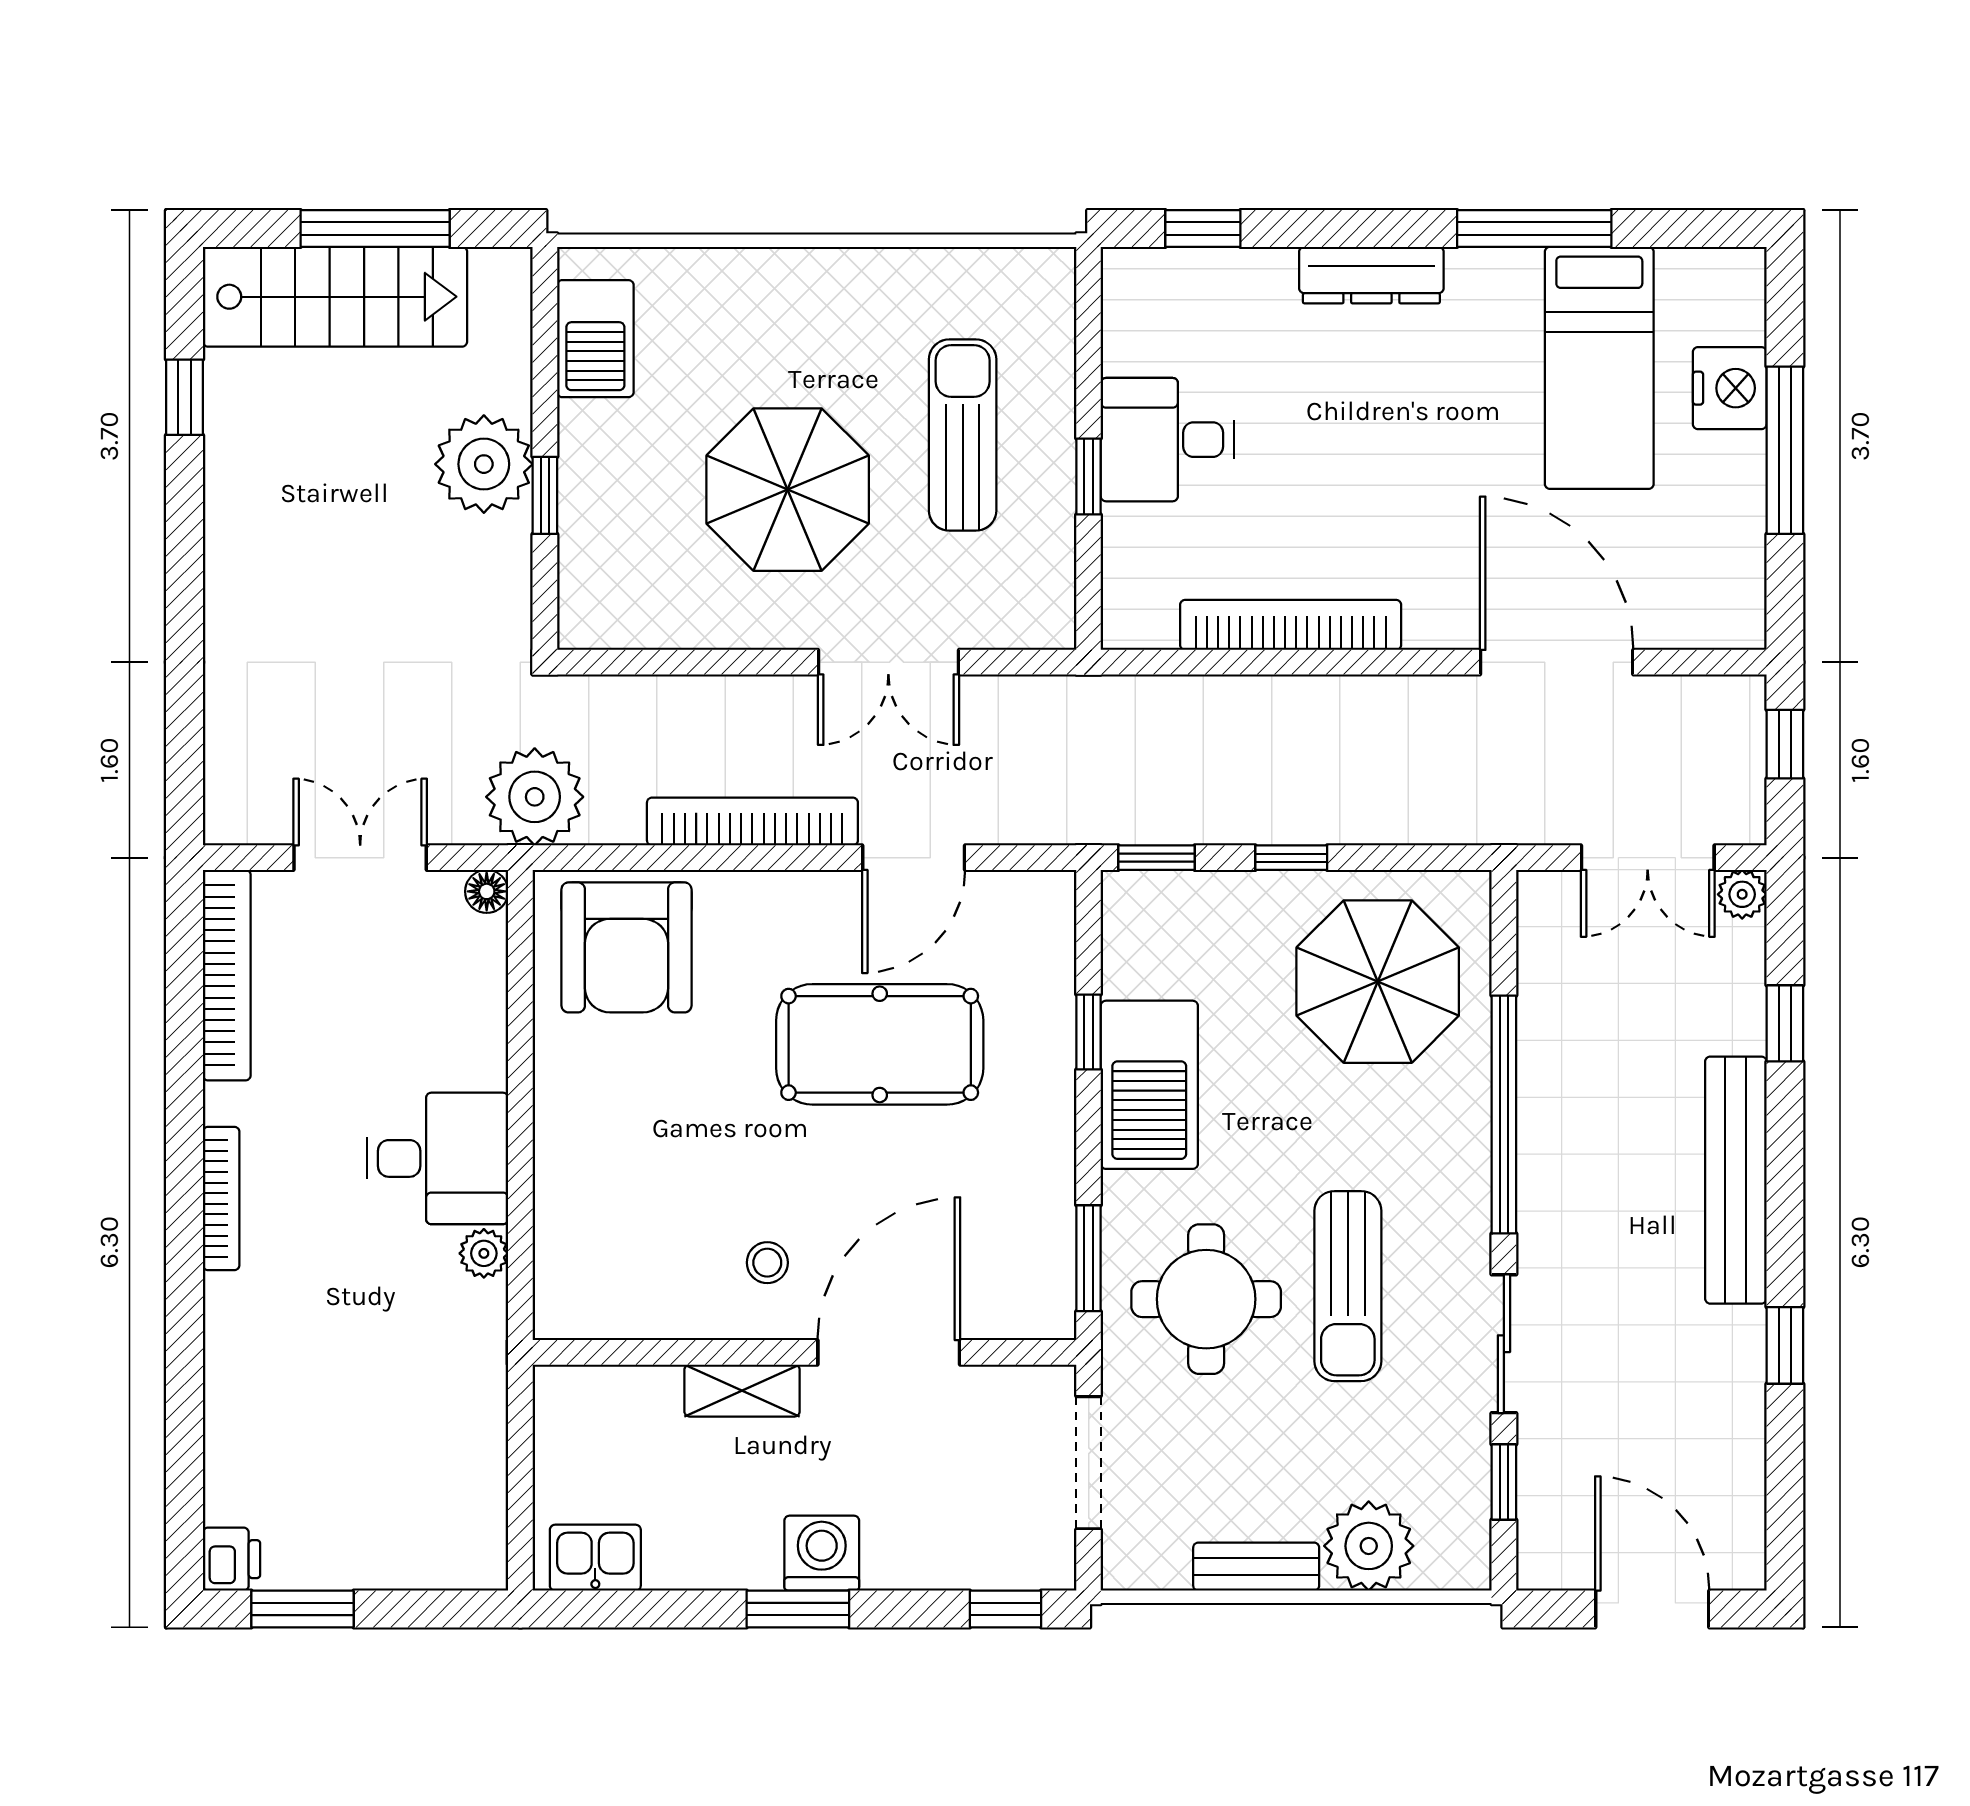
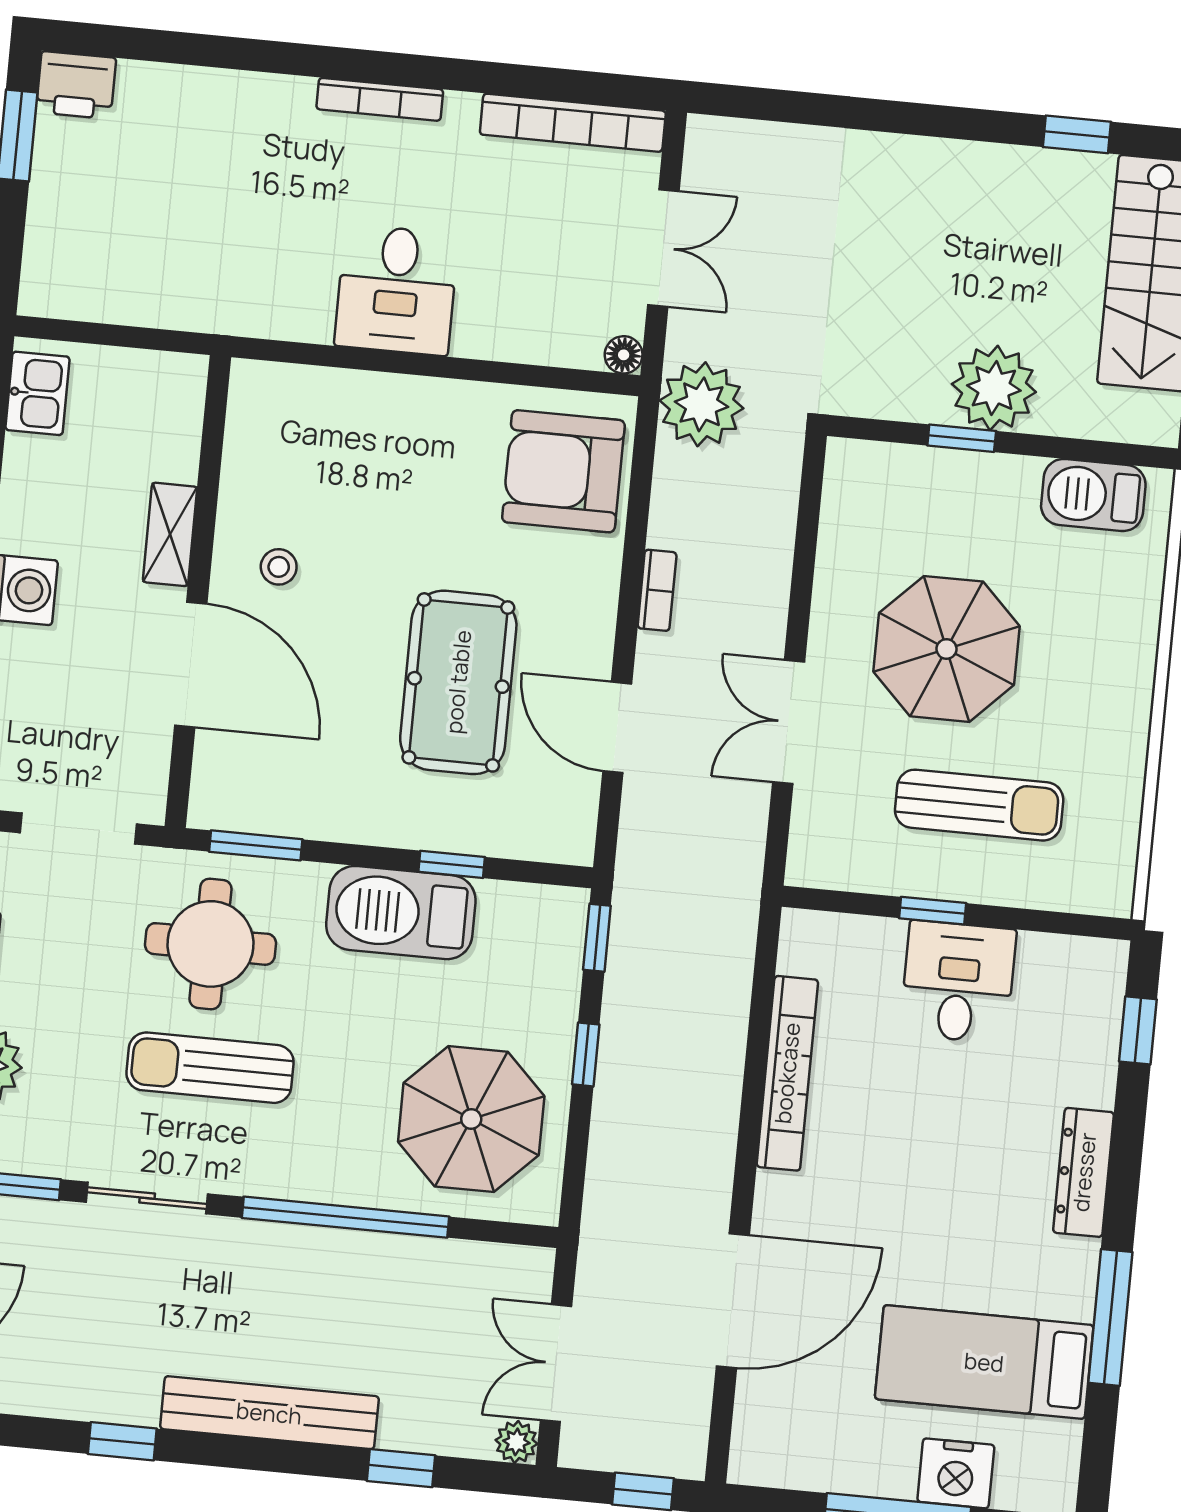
bookcase: (752, 822) -> (657, 590), width x0.43, depth x0.76
plant: (484, 1253) -> (310, 322), removed
printer: (232, 1559) -> (76, 85), width x1.36, depth x1.24

